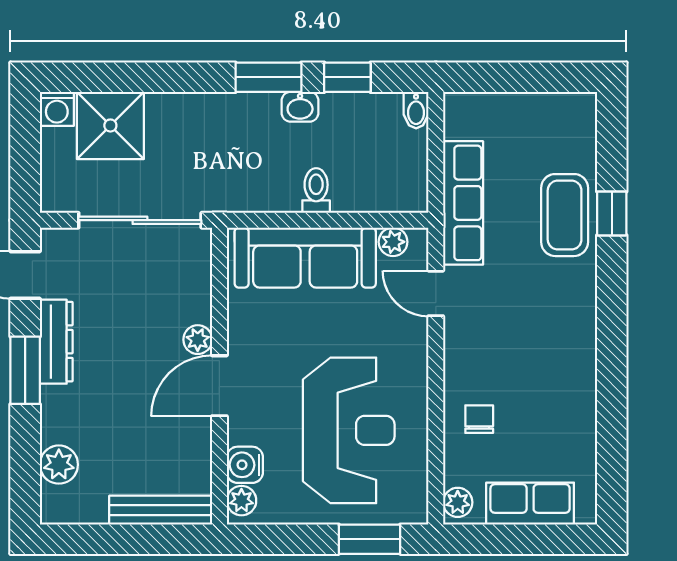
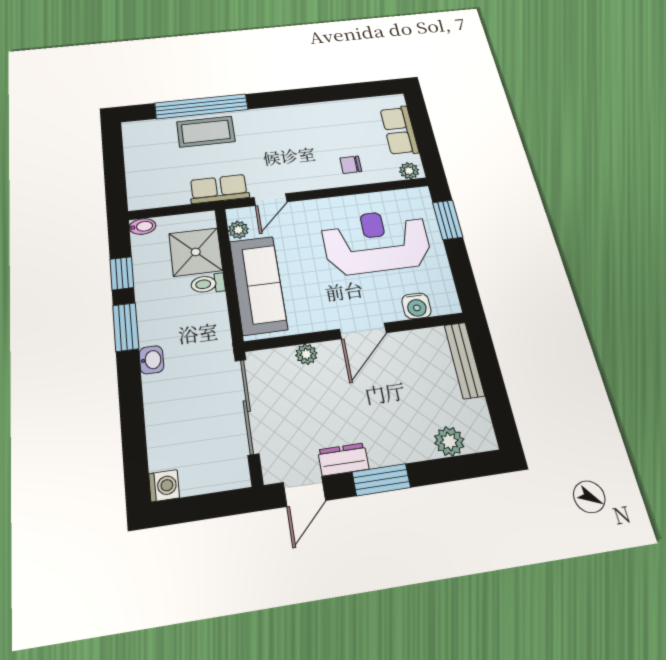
washbasin: (300, 107) -> (151, 360), moved
shower: (110, 125) -> (196, 252), moved
row of seats: (463, 203) -> (219, 189), width x0.68
window: (612, 213) -> (201, 106), width x3.17
plant: (198, 340) -> (306, 354), moved
dresser: (56, 342) -> (343, 459), width x0.70
door: (219, 386) -> (363, 331), hinge flipped
plant: (241, 501) -> (443, 305), removed

